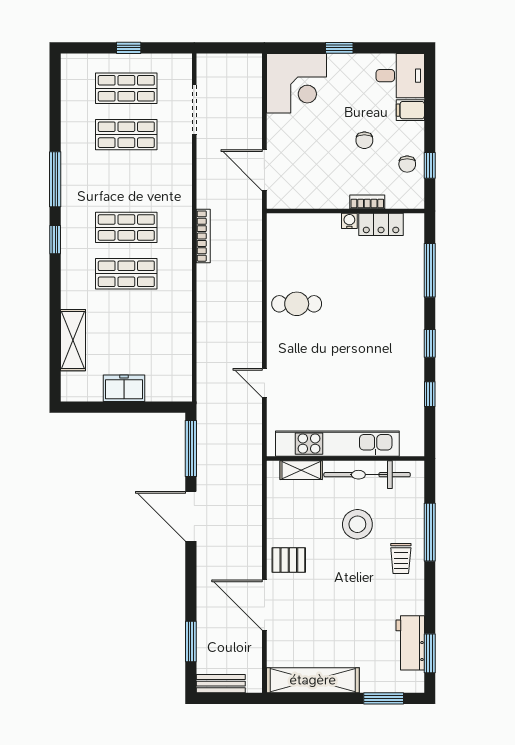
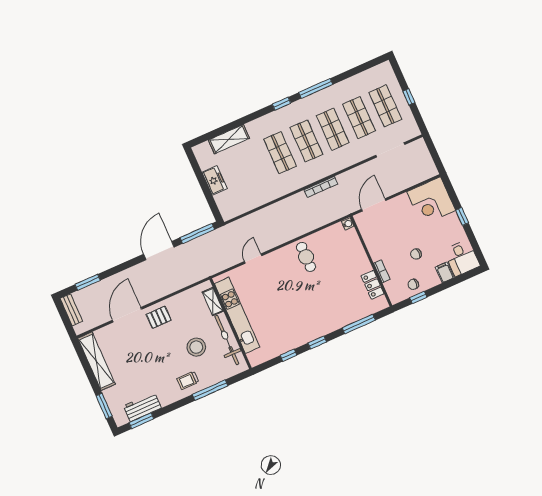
shop shelf: (126, 181) -> (333, 129), added
water cooler: (349, 221) -> (348, 224), moved
pallet: (289, 560) -> (159, 317), turned 90

